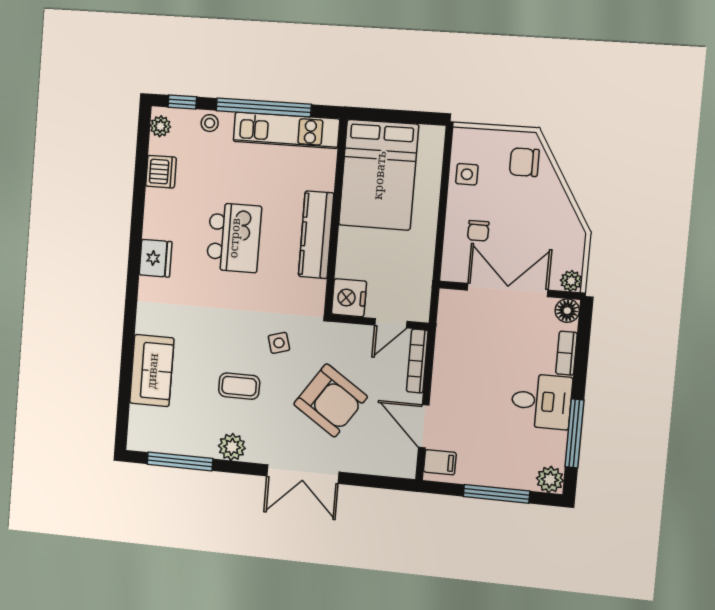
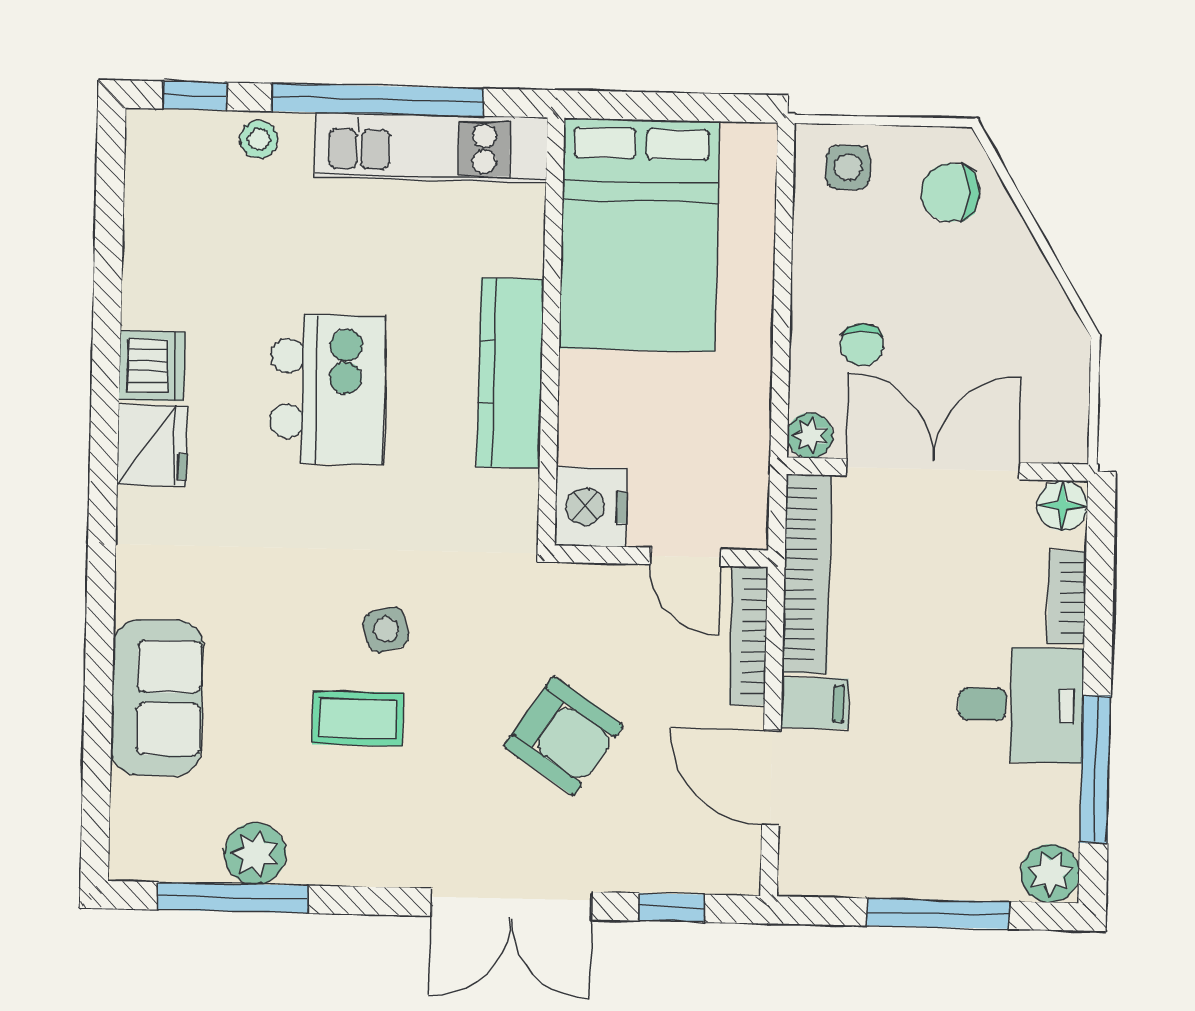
plant: (160, 126) -> (148, 151), removed
dishwasher: (161, 172) -> (152, 366), moved
side table: (467, 174) -> (848, 167), moved
plant: (571, 281) -> (810, 435), moved
door: (391, 323) -> (686, 557), hinge flipped
bookcase: (446, 335) -> (807, 574), added
side table: (279, 343) -> (386, 630), moved
armchair: (330, 400) -> (563, 736), width x0.73, depth x0.73
plant: (232, 447) -> (255, 854), moved
filing cabinet: (440, 462) -> (815, 703), moved
window: (375, 481) -> (672, 908), added

